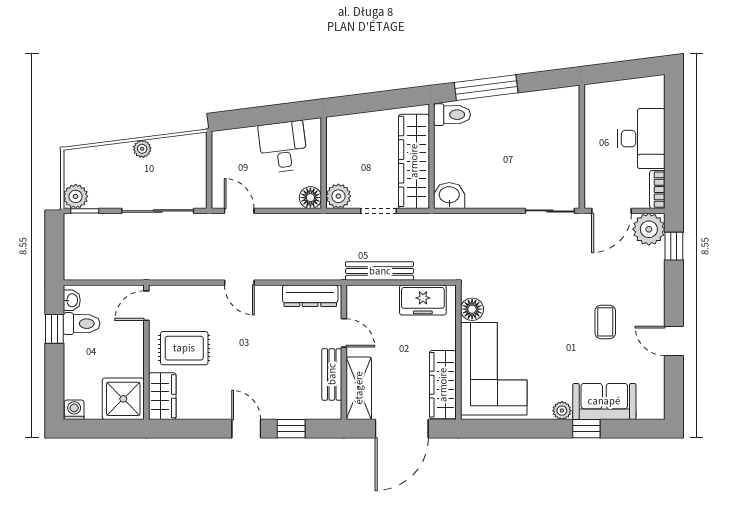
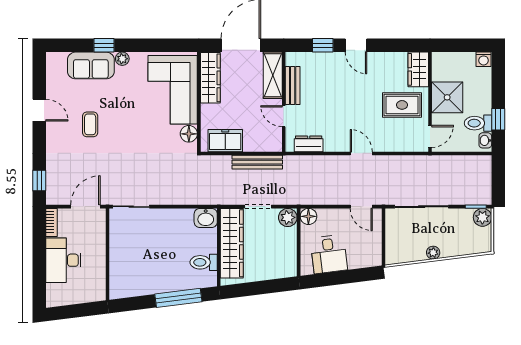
toilet: (452, 115) -> (204, 262), moved
plant: (649, 229) -> (58, 193), removed
dresser: (310, 296) -> (309, 144), width x0.70
shower: (123, 399) -> (447, 97), moved

